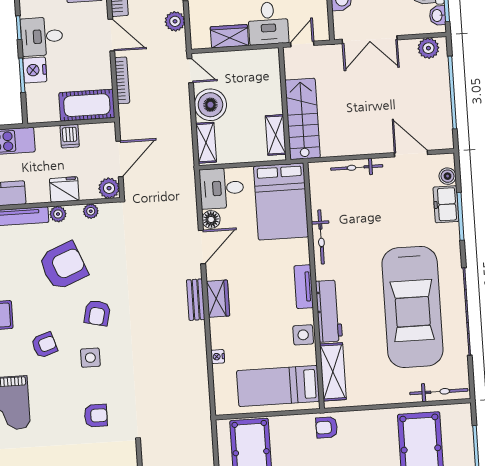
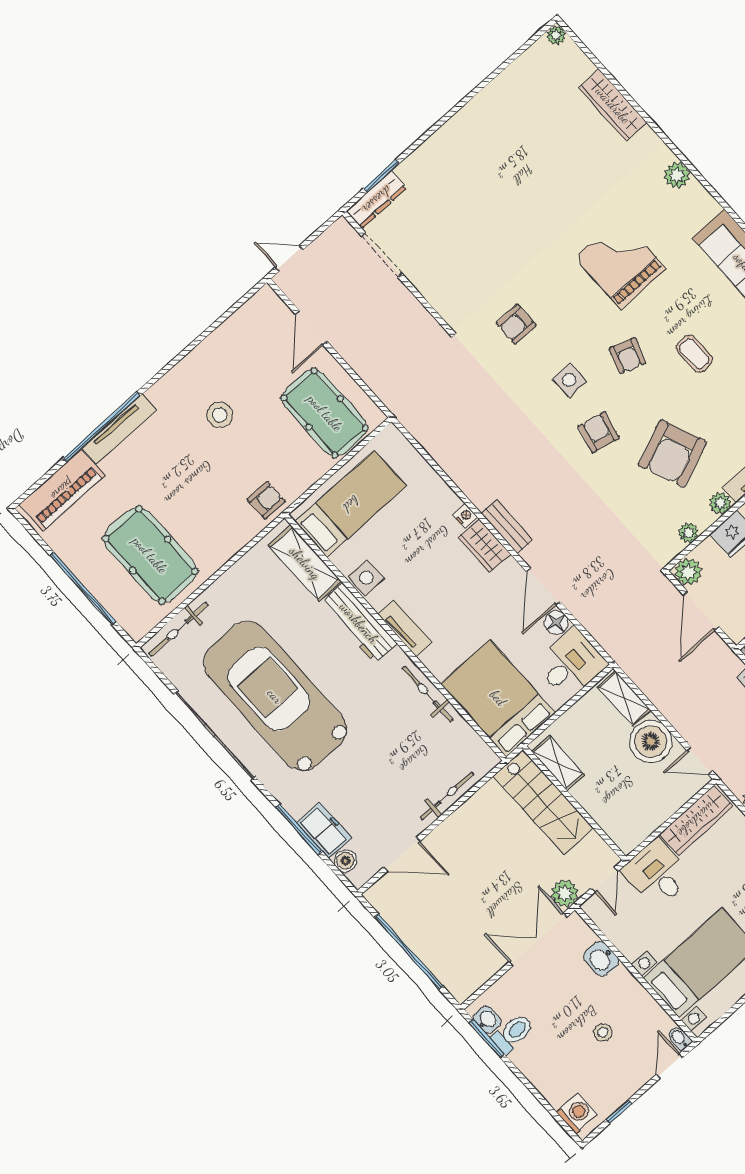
wardrobe: (229, 36) -> (696, 820), width x1.50
plant: (428, 48) -> (565, 893), moved
armchair: (44, 345) -> (627, 356), turned -53
nightstand: (218, 357) -> (465, 516), moved

